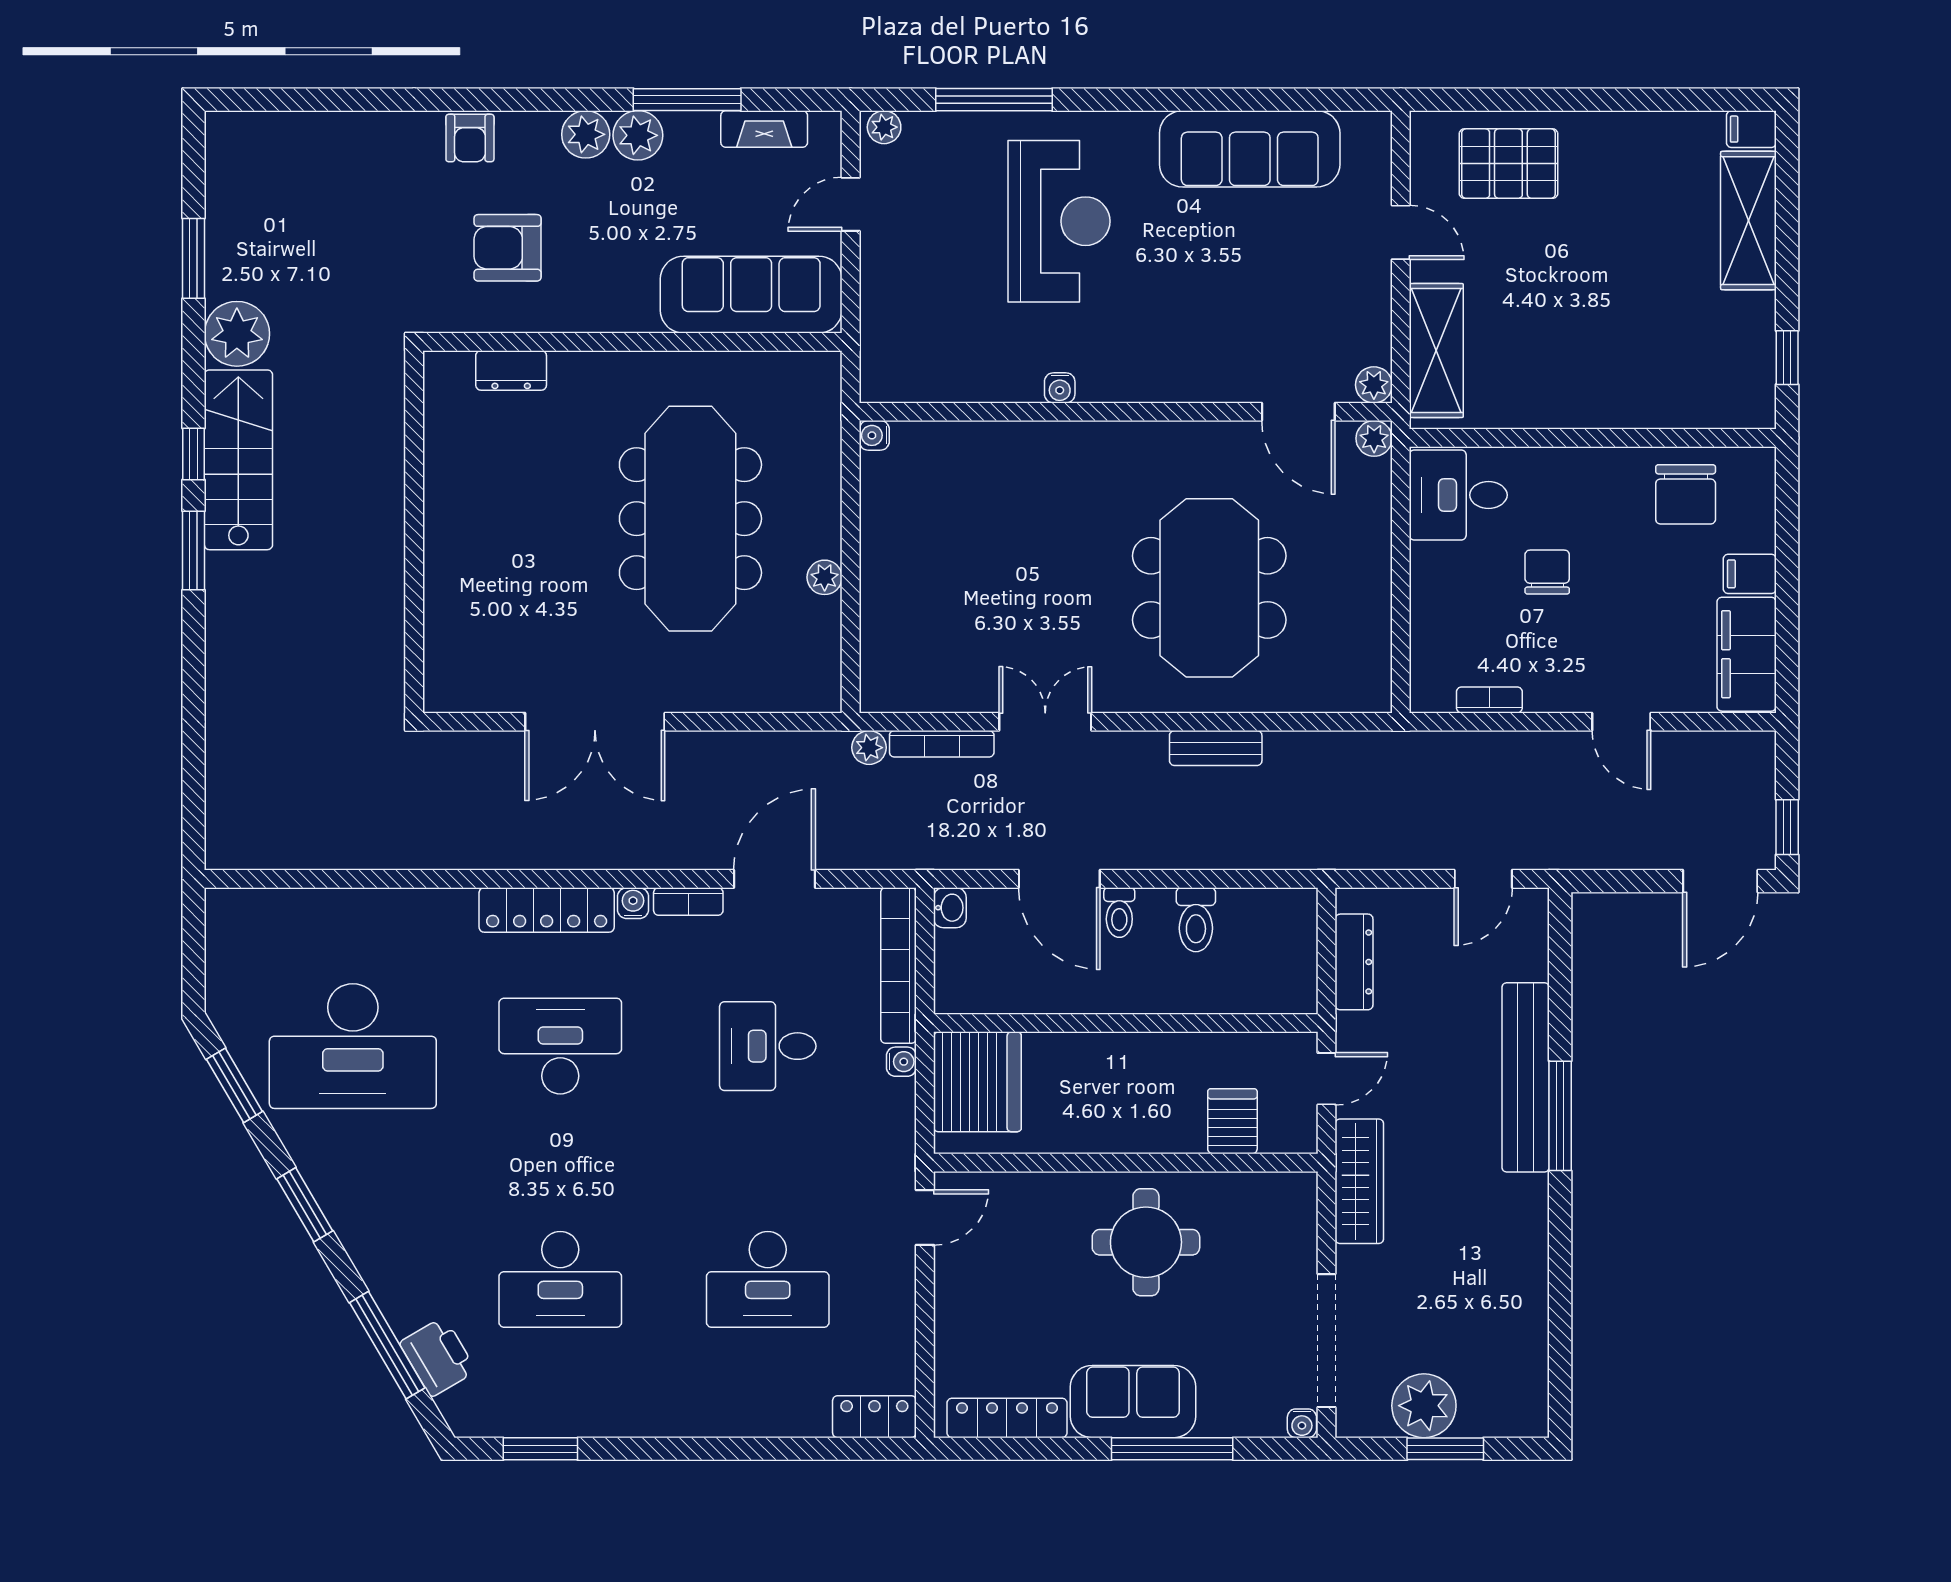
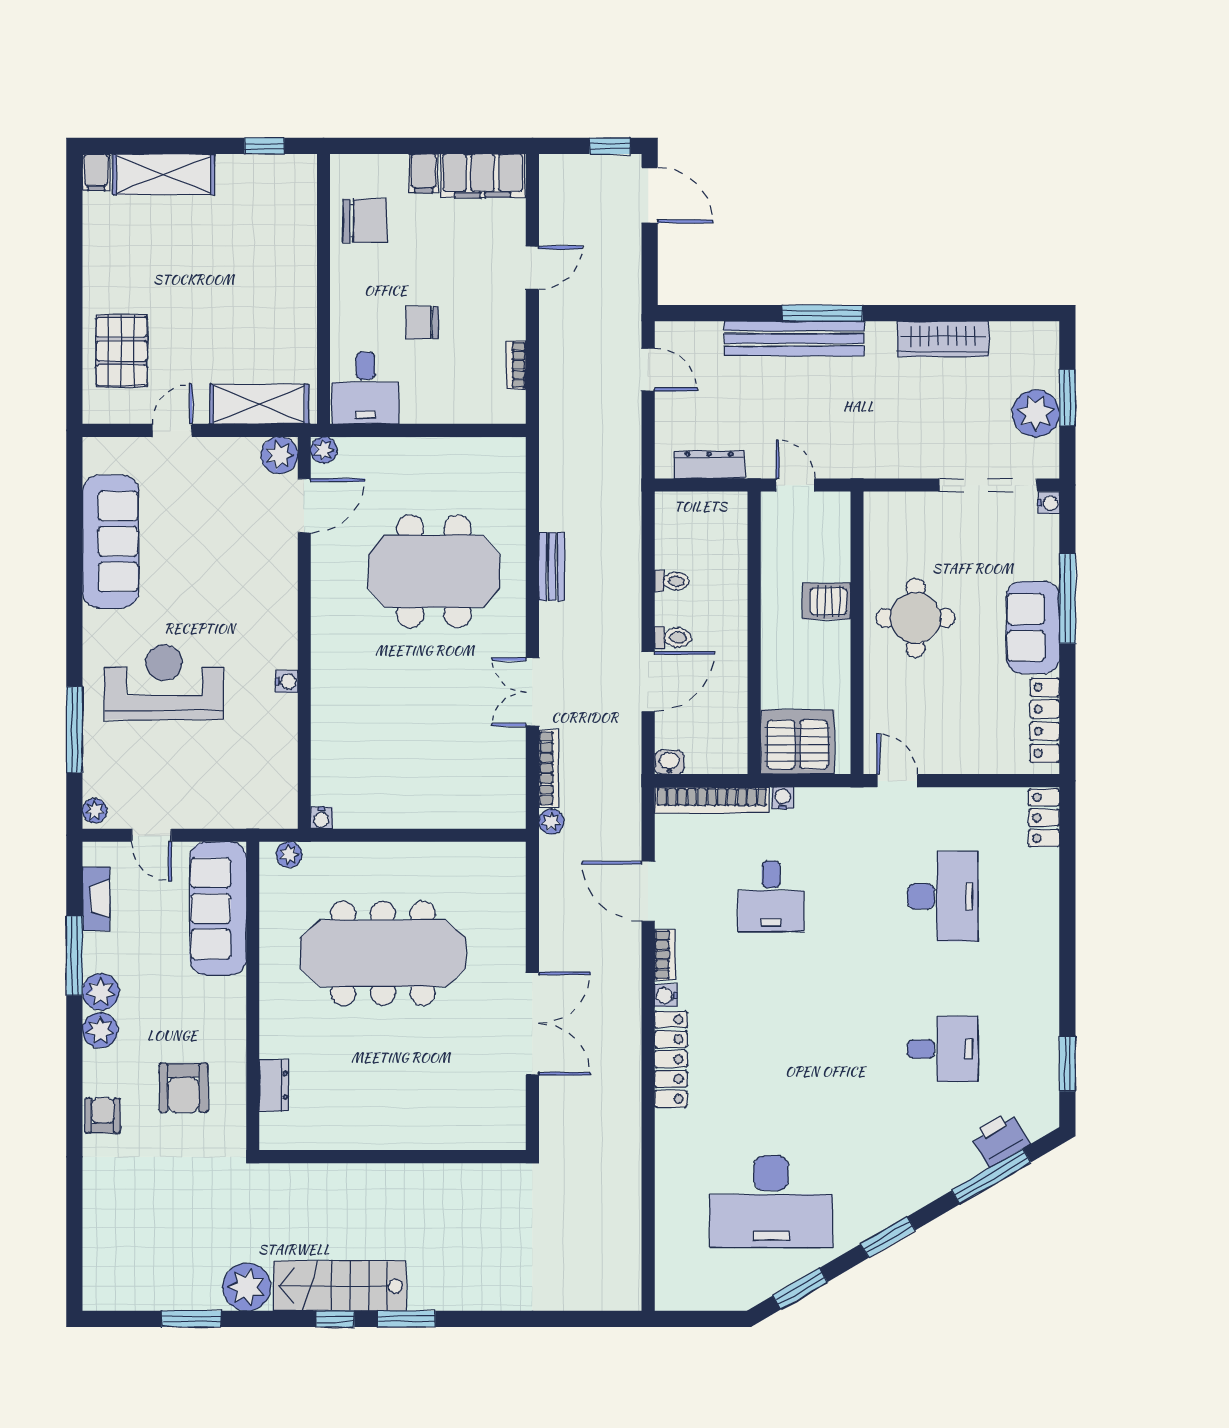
armchair: (470, 138) -> (103, 1115), turned -90
plant: (1374, 385) -> (279, 455), width x1.38, depth x1.38
plant: (825, 577) -> (289, 854), moved
toilet: (1196, 920) -> (672, 581), width x0.73, depth x0.72
desk: (353, 1046) -> (771, 1202), turned 90
desk: (560, 1046) -> (771, 1049), removed
server rack: (1232, 1121) -> (826, 601), moved
wardrobe: (1359, 1181) -> (943, 339), moved, turned 180
desk: (560, 1279) -> (943, 1049), width x0.73

